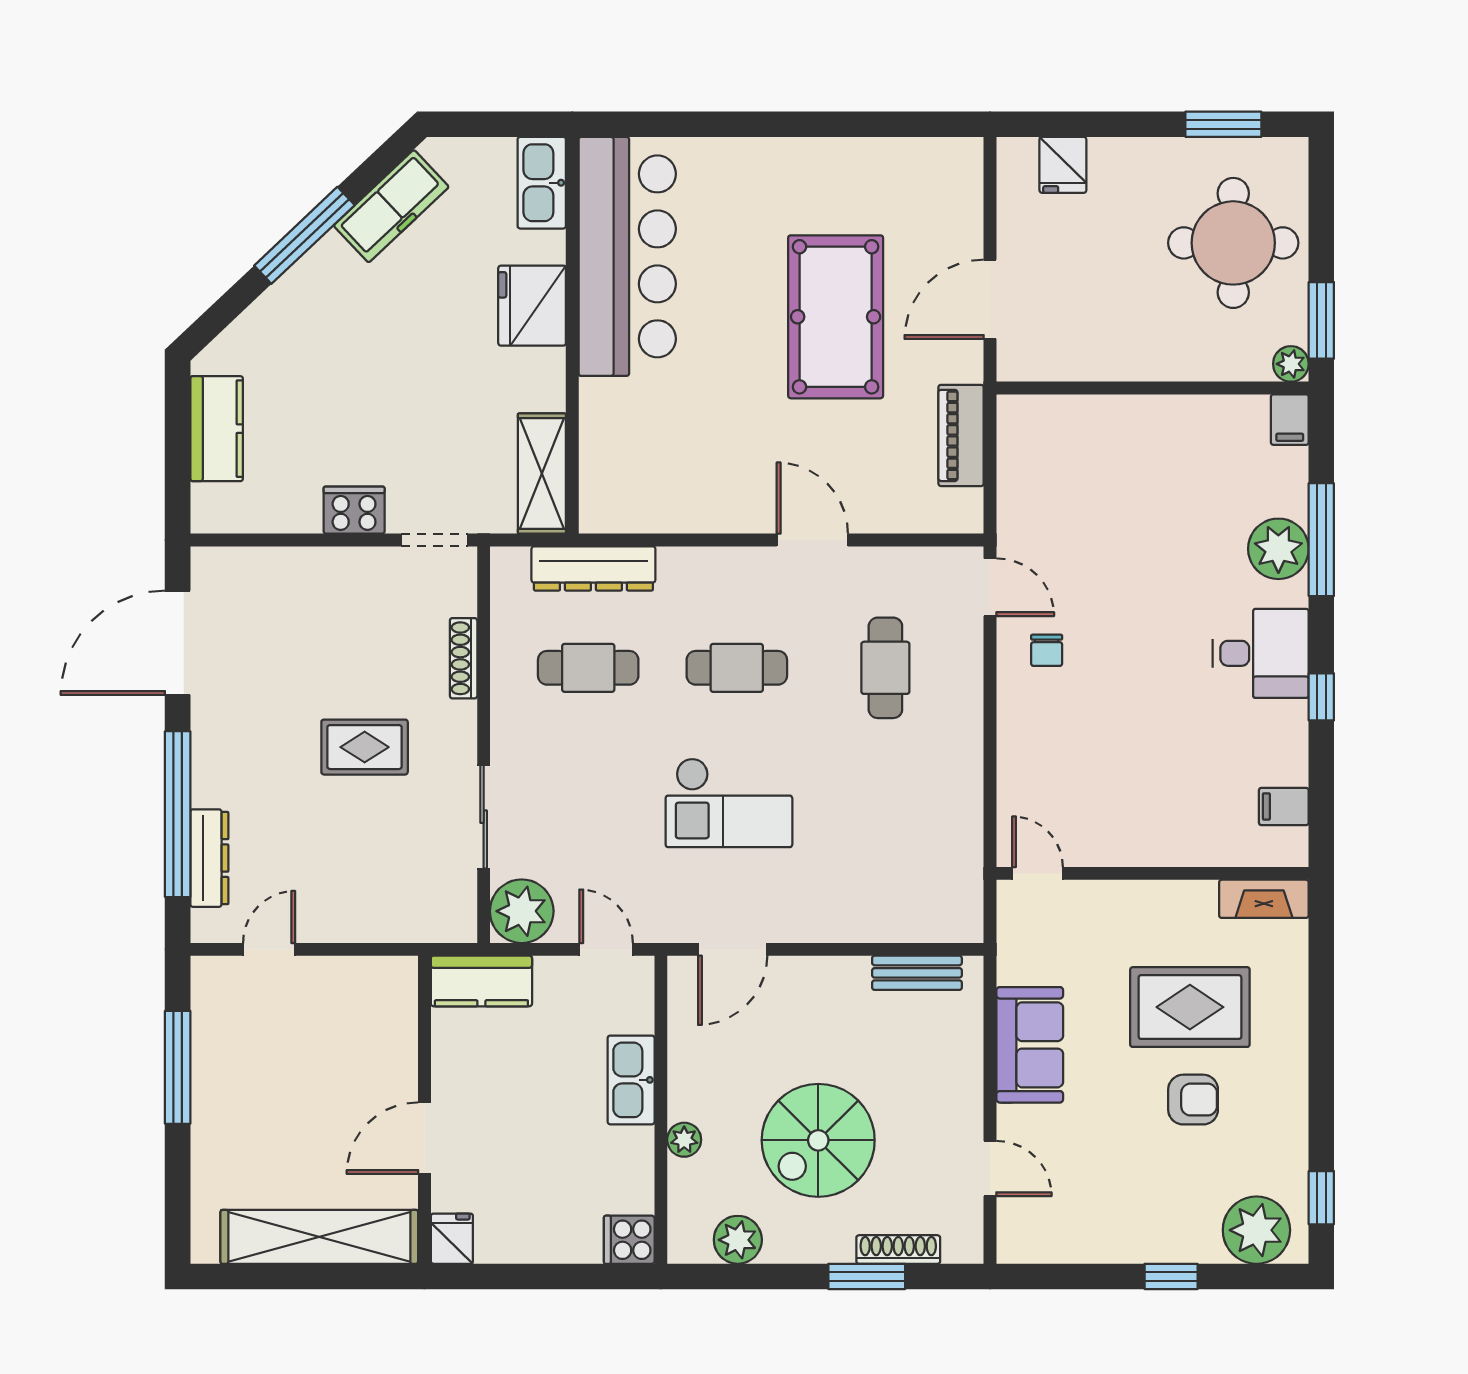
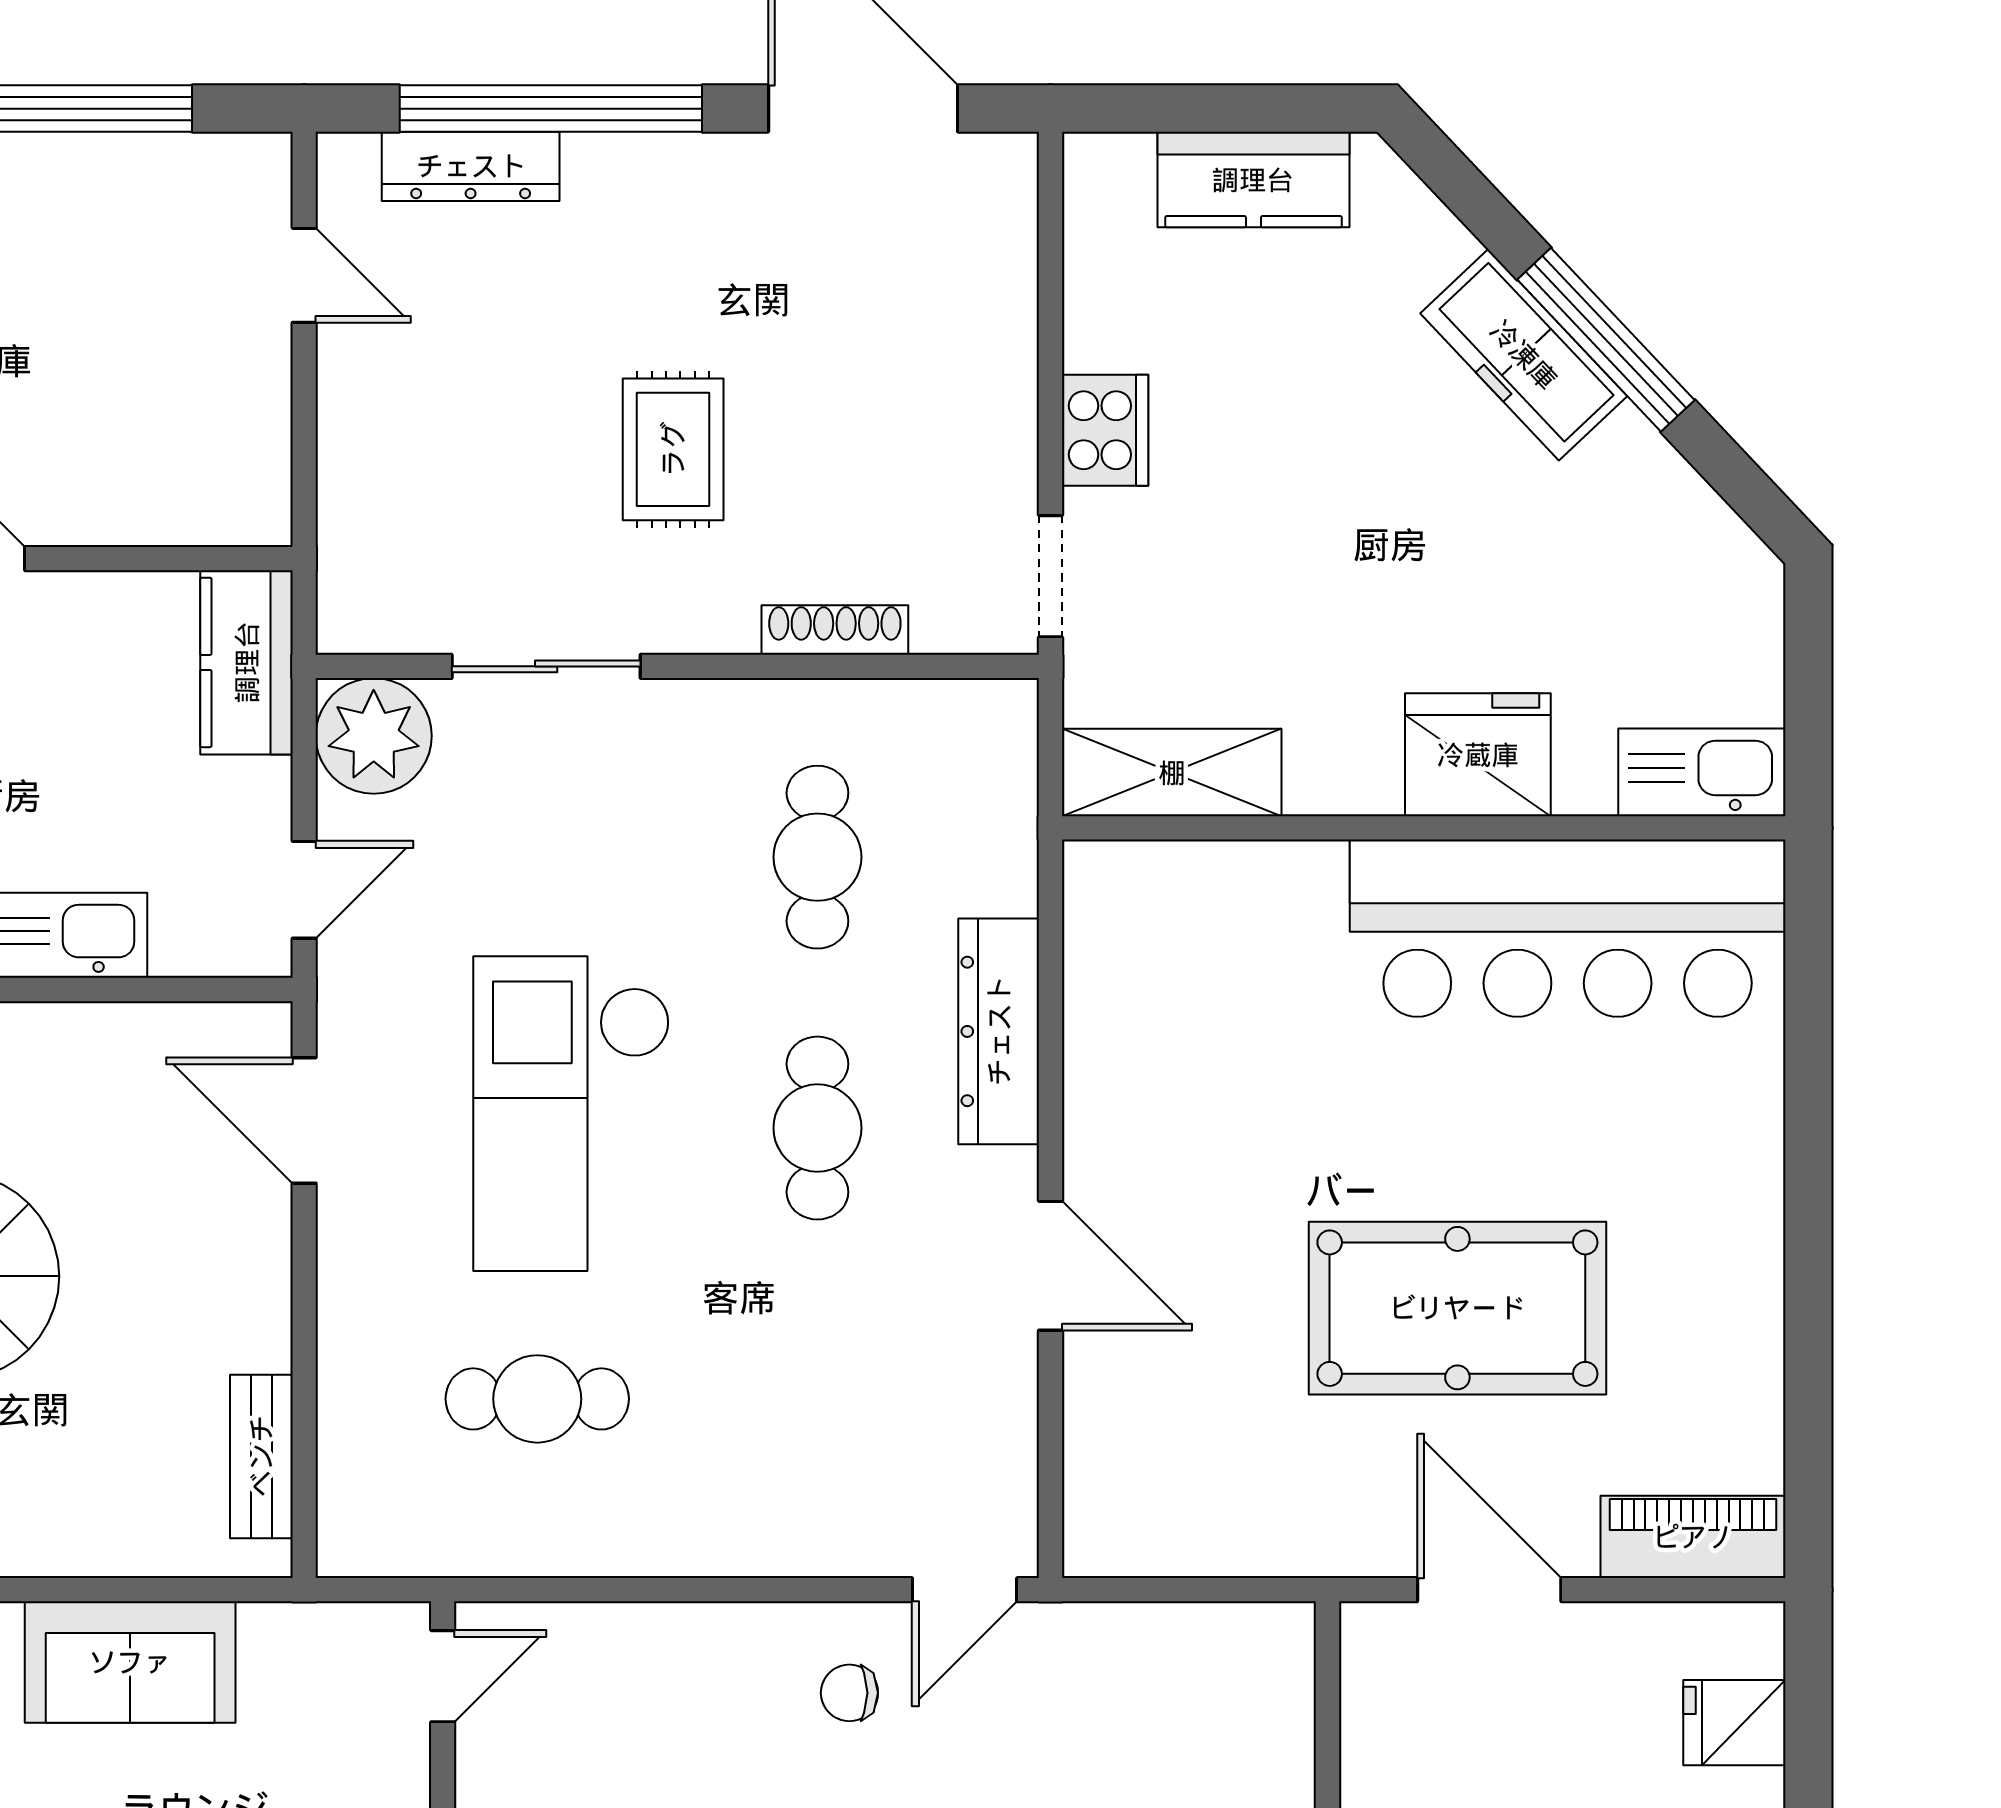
freezer: (391, 206) -> (1524, 355), moved
piano: (961, 435) -> (1693, 1537), moved
door: (812, 540) -> (1051, 1266), hinge flipped
dresser: (593, 568) -> (999, 1031), moved
cafe table: (885, 668) -> (537, 1399), moved
checkout: (729, 803) -> (572, 1114), width x1.36, depth x1.21

